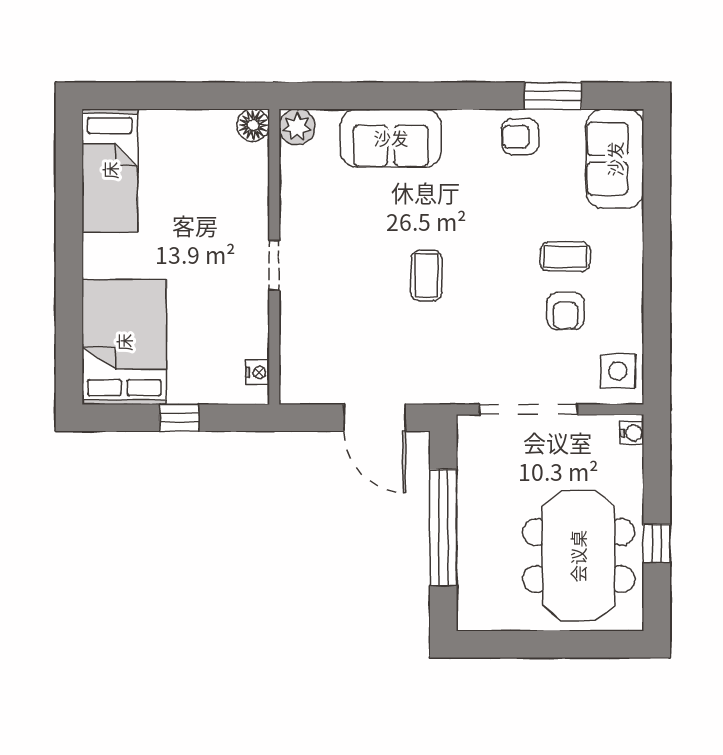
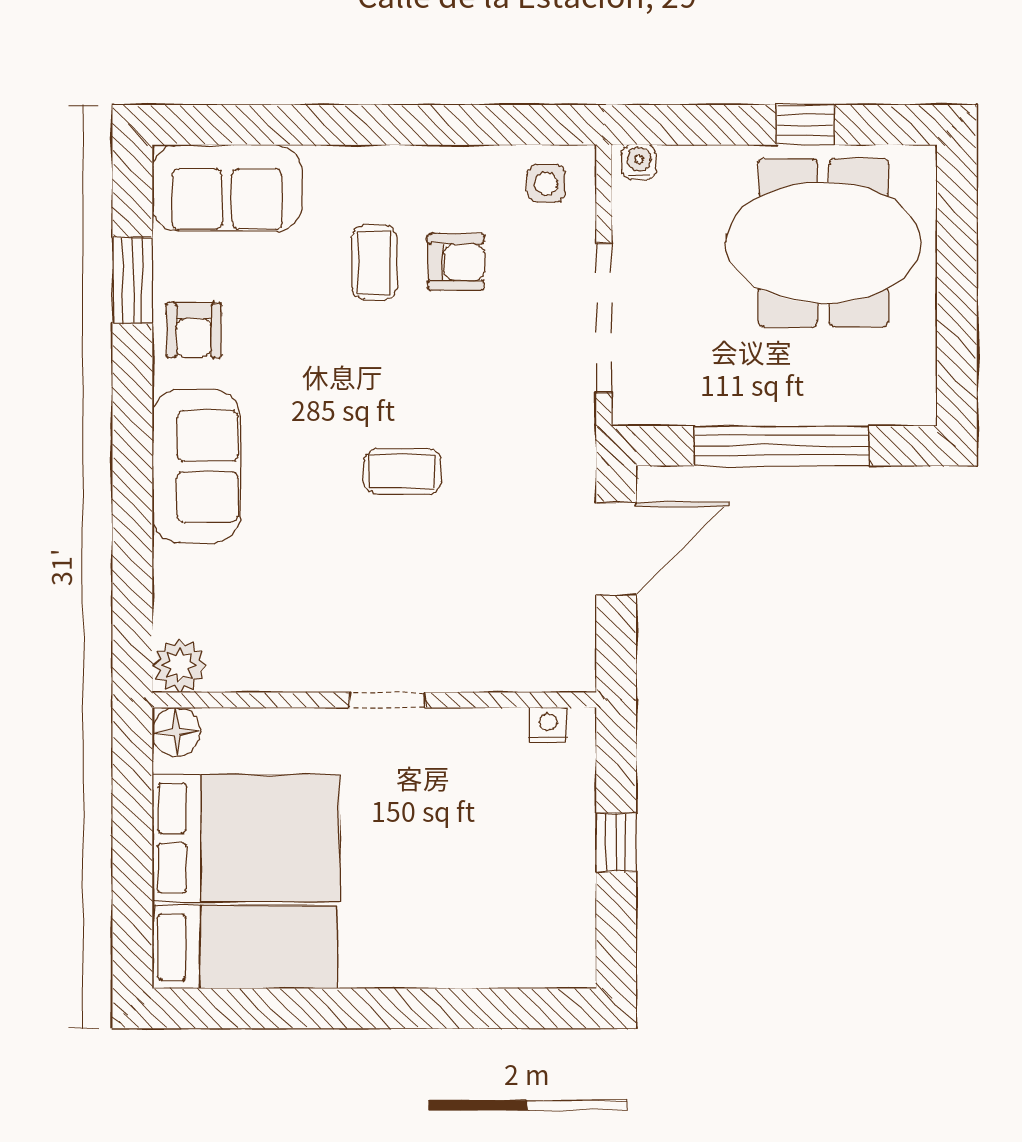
sofa: (391, 138) -> (196, 466), moved
bed: (124, 342) -> (246, 838), moved, turned 180
side table: (618, 371) -> (546, 183), width x0.73, depth x0.73

